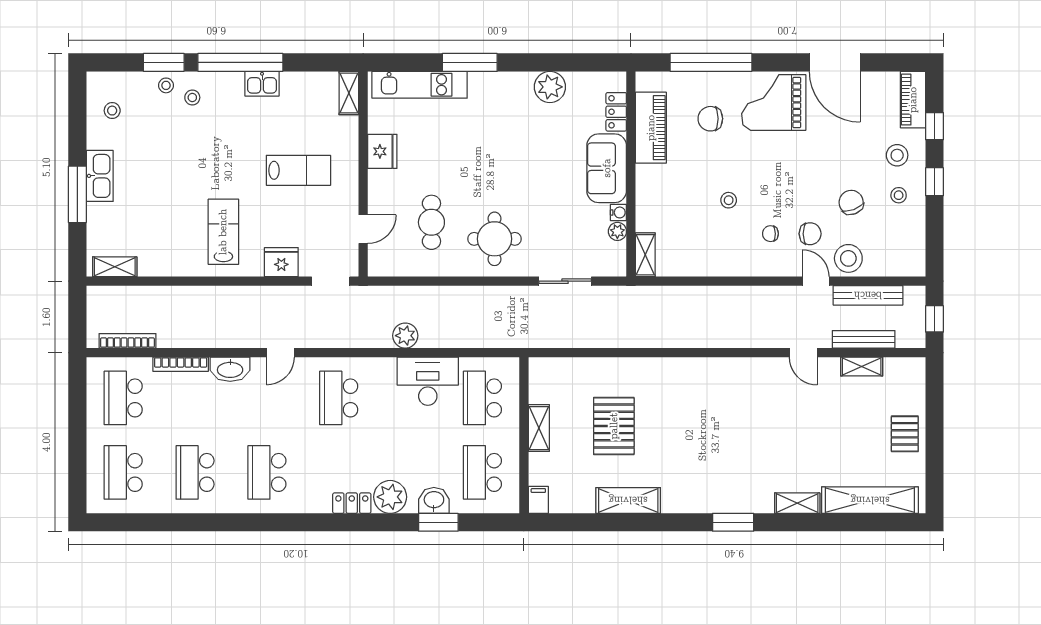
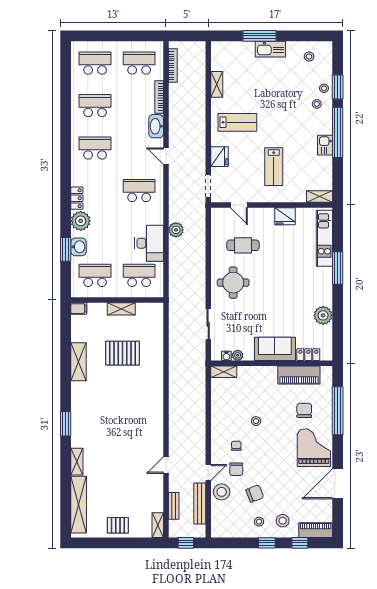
water cooler: (618, 212) -> (226, 356), moved
shelving: (115, 267) -> (217, 84), moved
bench: (864, 339) -> (174, 506), width x0.73
shelving: (862, 367) -> (158, 525), moved

